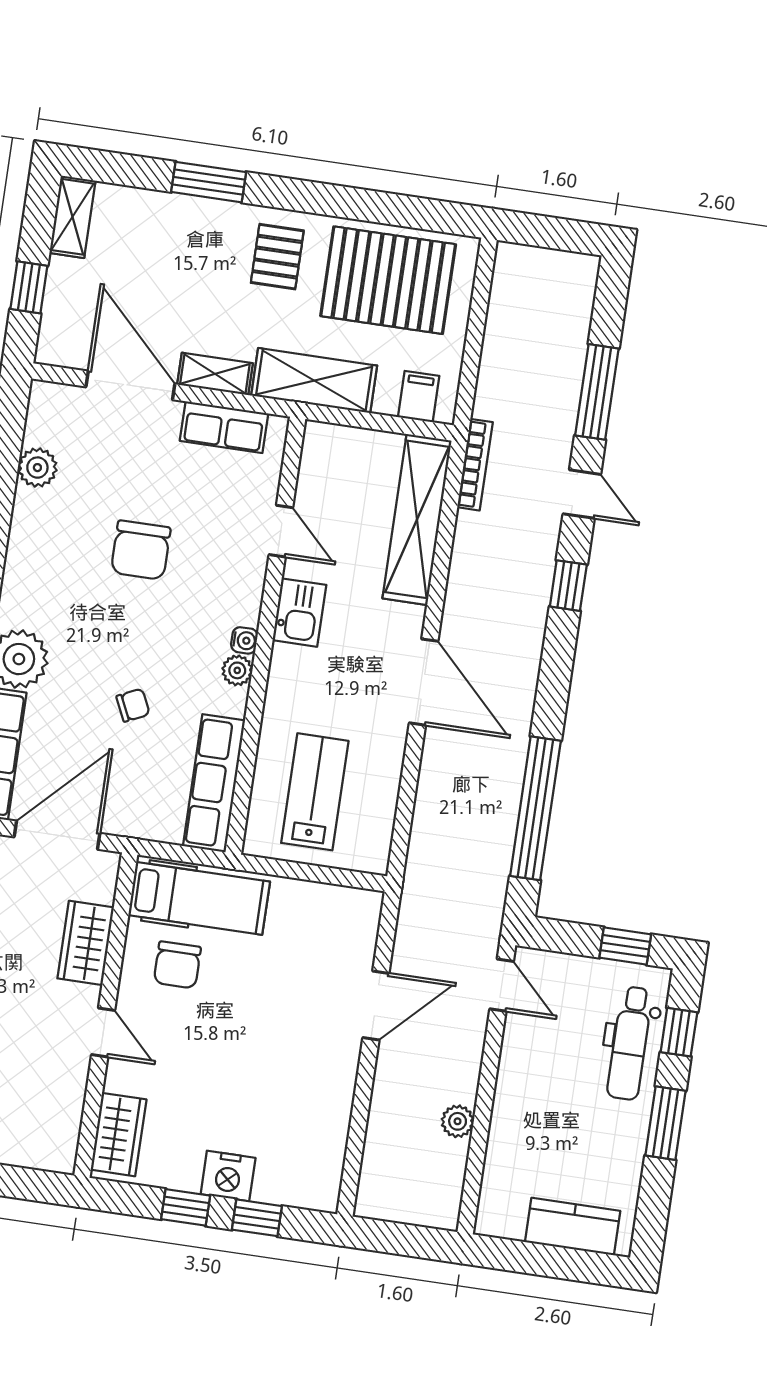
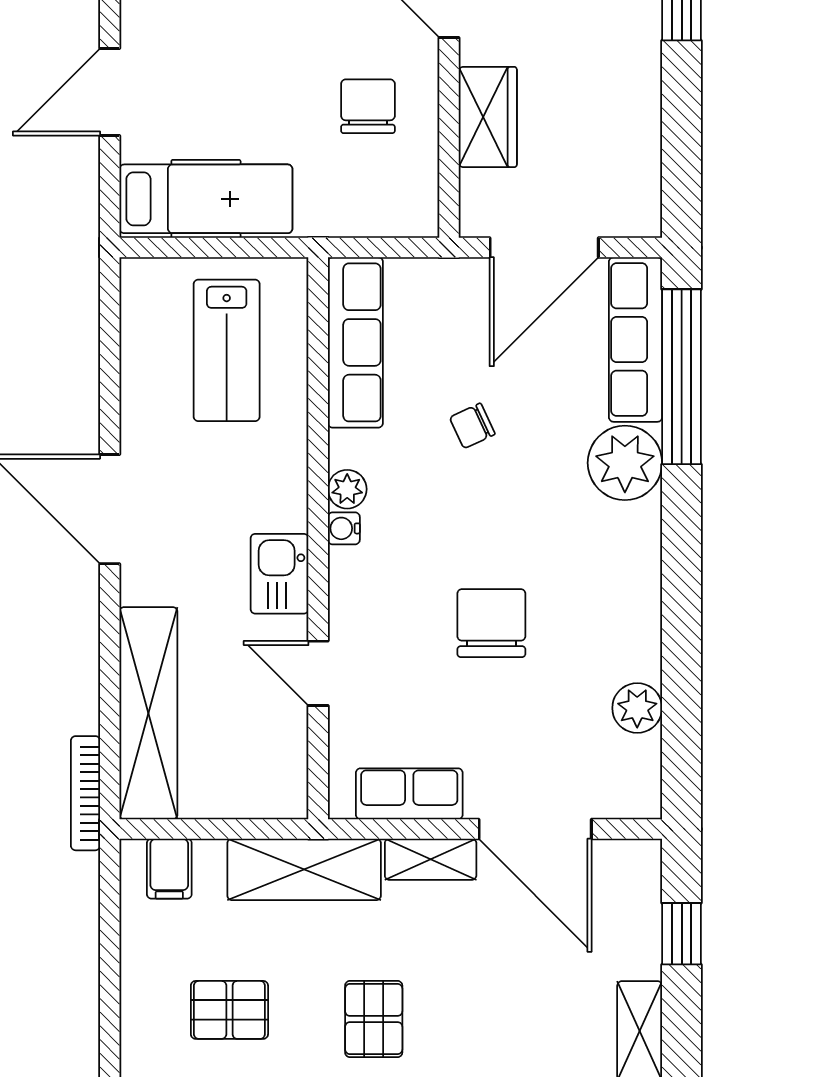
pallet: (388, 280) -> (229, 1010), width x0.49, depth x0.50
hospital bed: (199, 898) -> (206, 199), moved, turned 180

